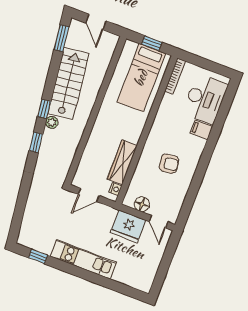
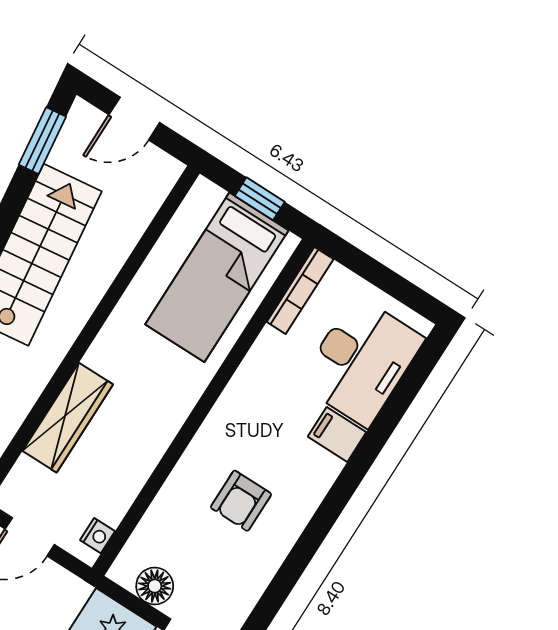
door: (96, 22) -> (134, 119), hinge flipped
wardrobe: (122, 162) -> (68, 418), moved, turned 180
armchair: (169, 164) -> (241, 501), turned 97

